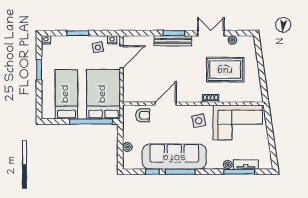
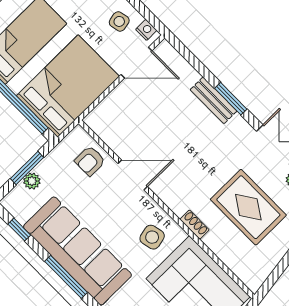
bench: (173, 41) -> (214, 100), width x0.73
armchair: (143, 115) -> (90, 161), turned 90
window: (120, 144) -> (27, 168), added
window: (152, 172) -> (19, 230), moved

